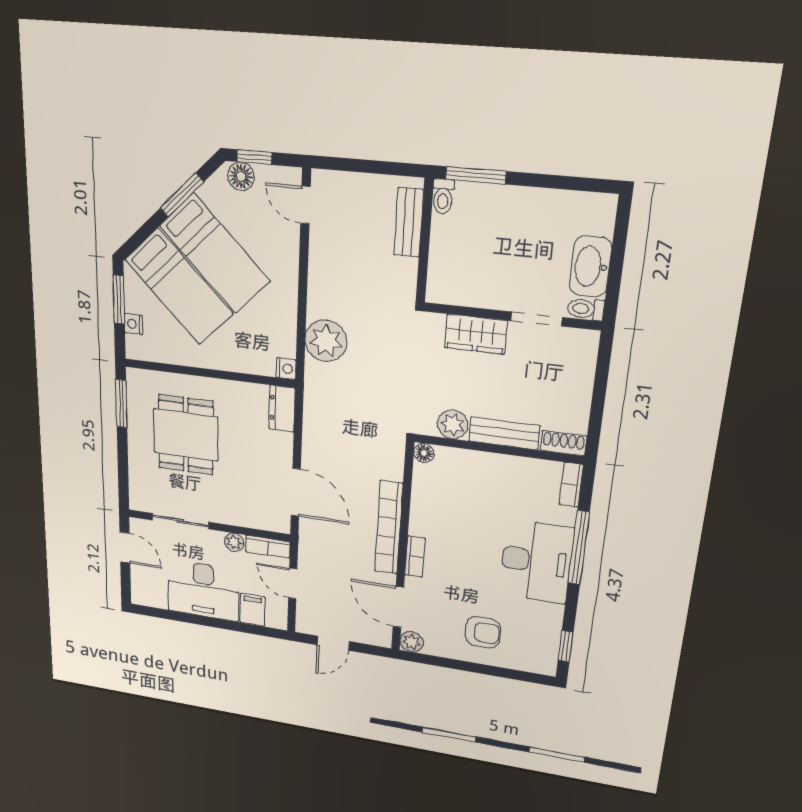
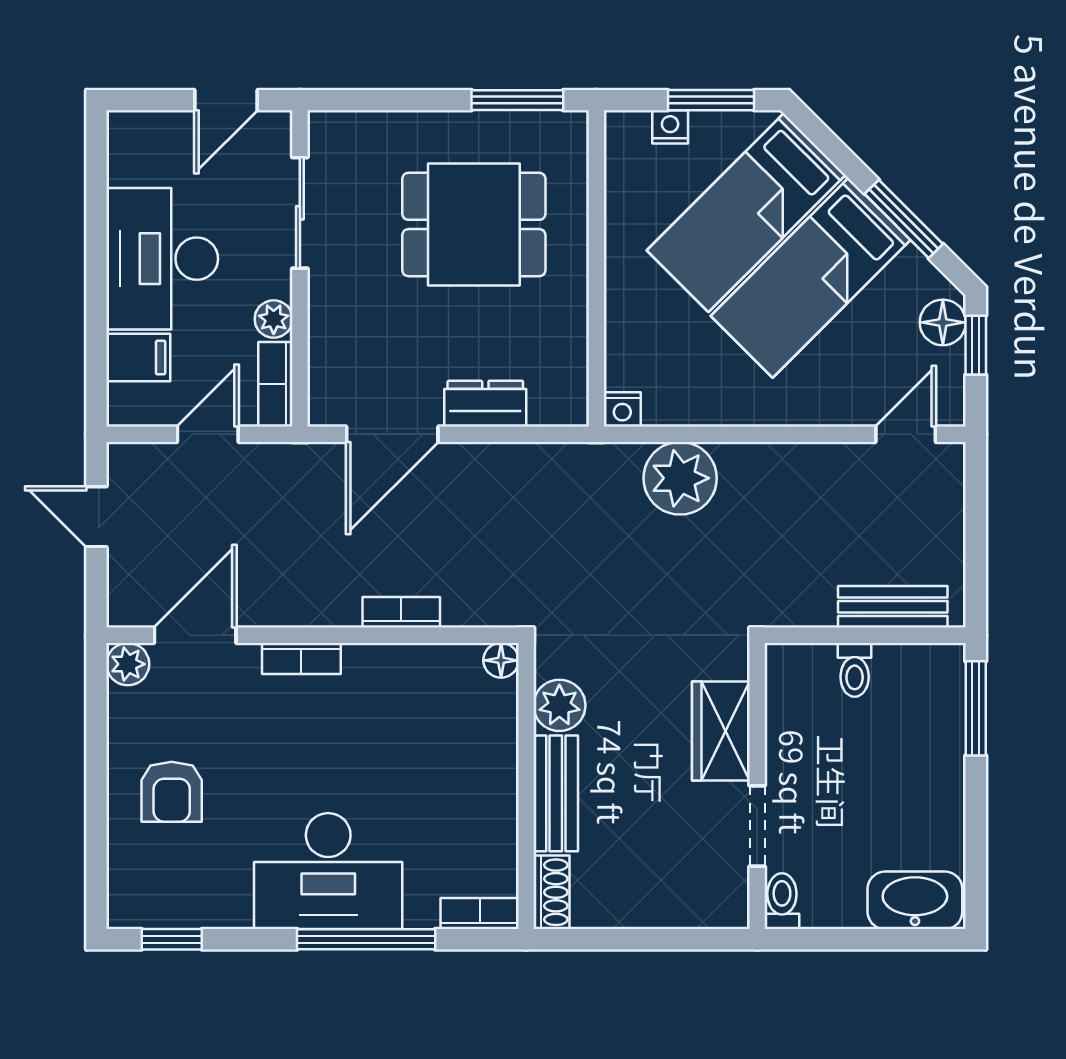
toilet: (443, 197) -> (855, 670), moved, turned -90
washbasin: (590, 267) -> (915, 900), moved
dresser: (282, 409) -> (485, 404), moved
bookcase: (389, 528) -> (401, 612), width x0.43, depth x0.76

